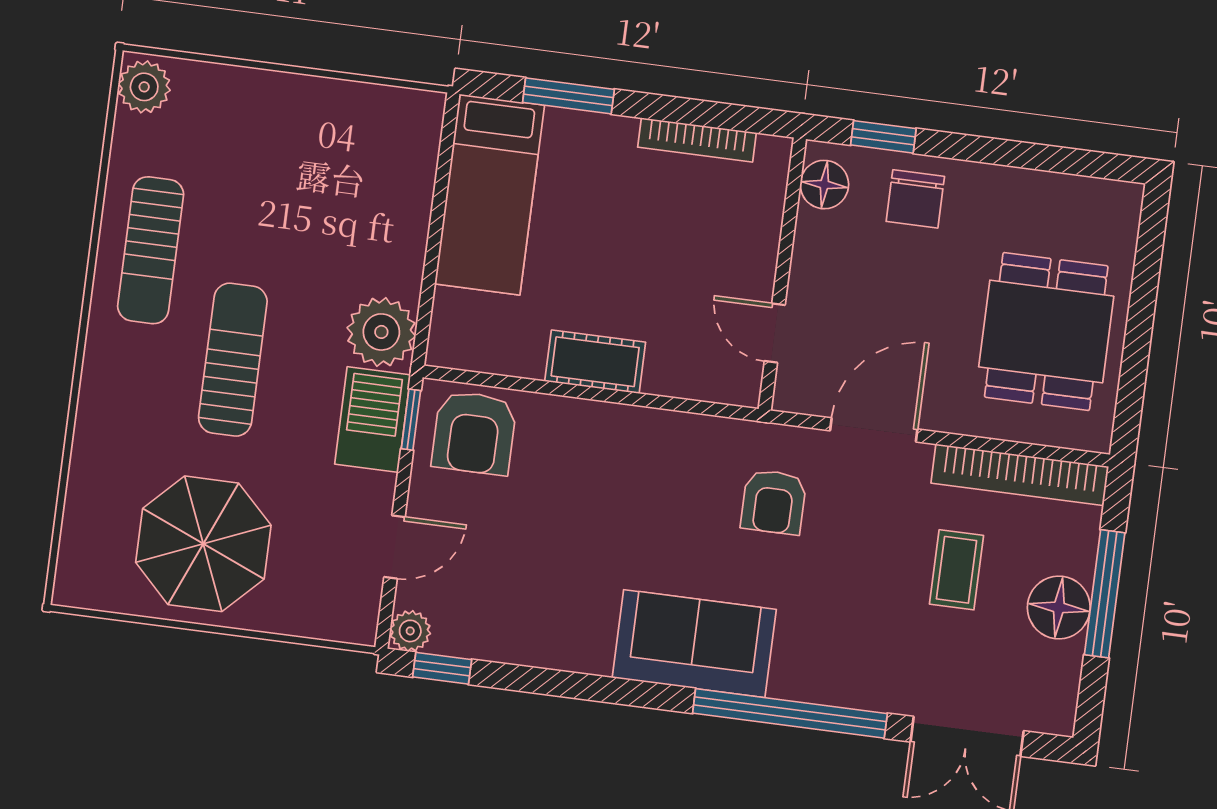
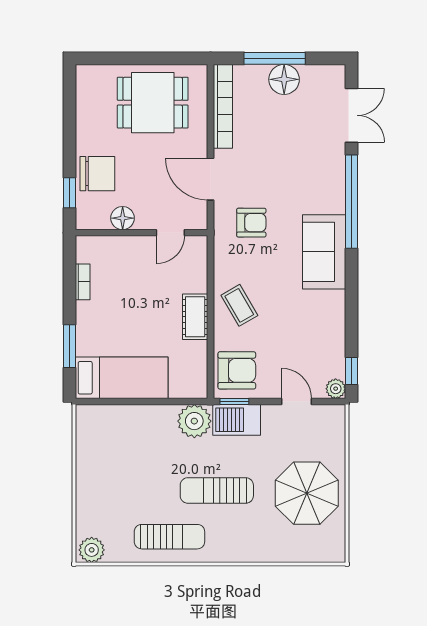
bookcase: (697, 140) -> (83, 282), width x0.64
floor lamp: (824, 185) -> (123, 218), moved
chair: (915, 199) -> (97, 174), width x1.37, depth x1.37
coffee table: (956, 570) -> (239, 305), moved, turned 60

